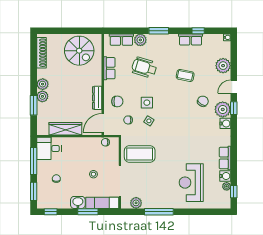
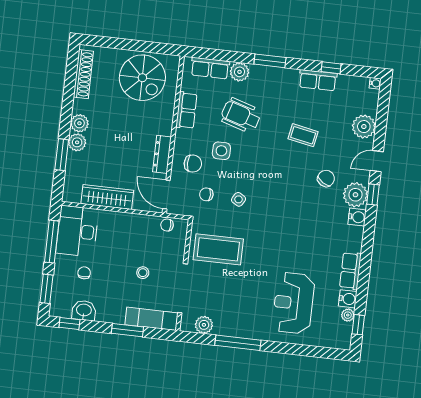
side table: (147, 103) -> (221, 151), moved
door: (103, 123) -> (166, 195), hinge flipped
desk: (49, 148) -> (77, 231), width x1.37
washbasin: (78, 202) -> (84, 310), moved

